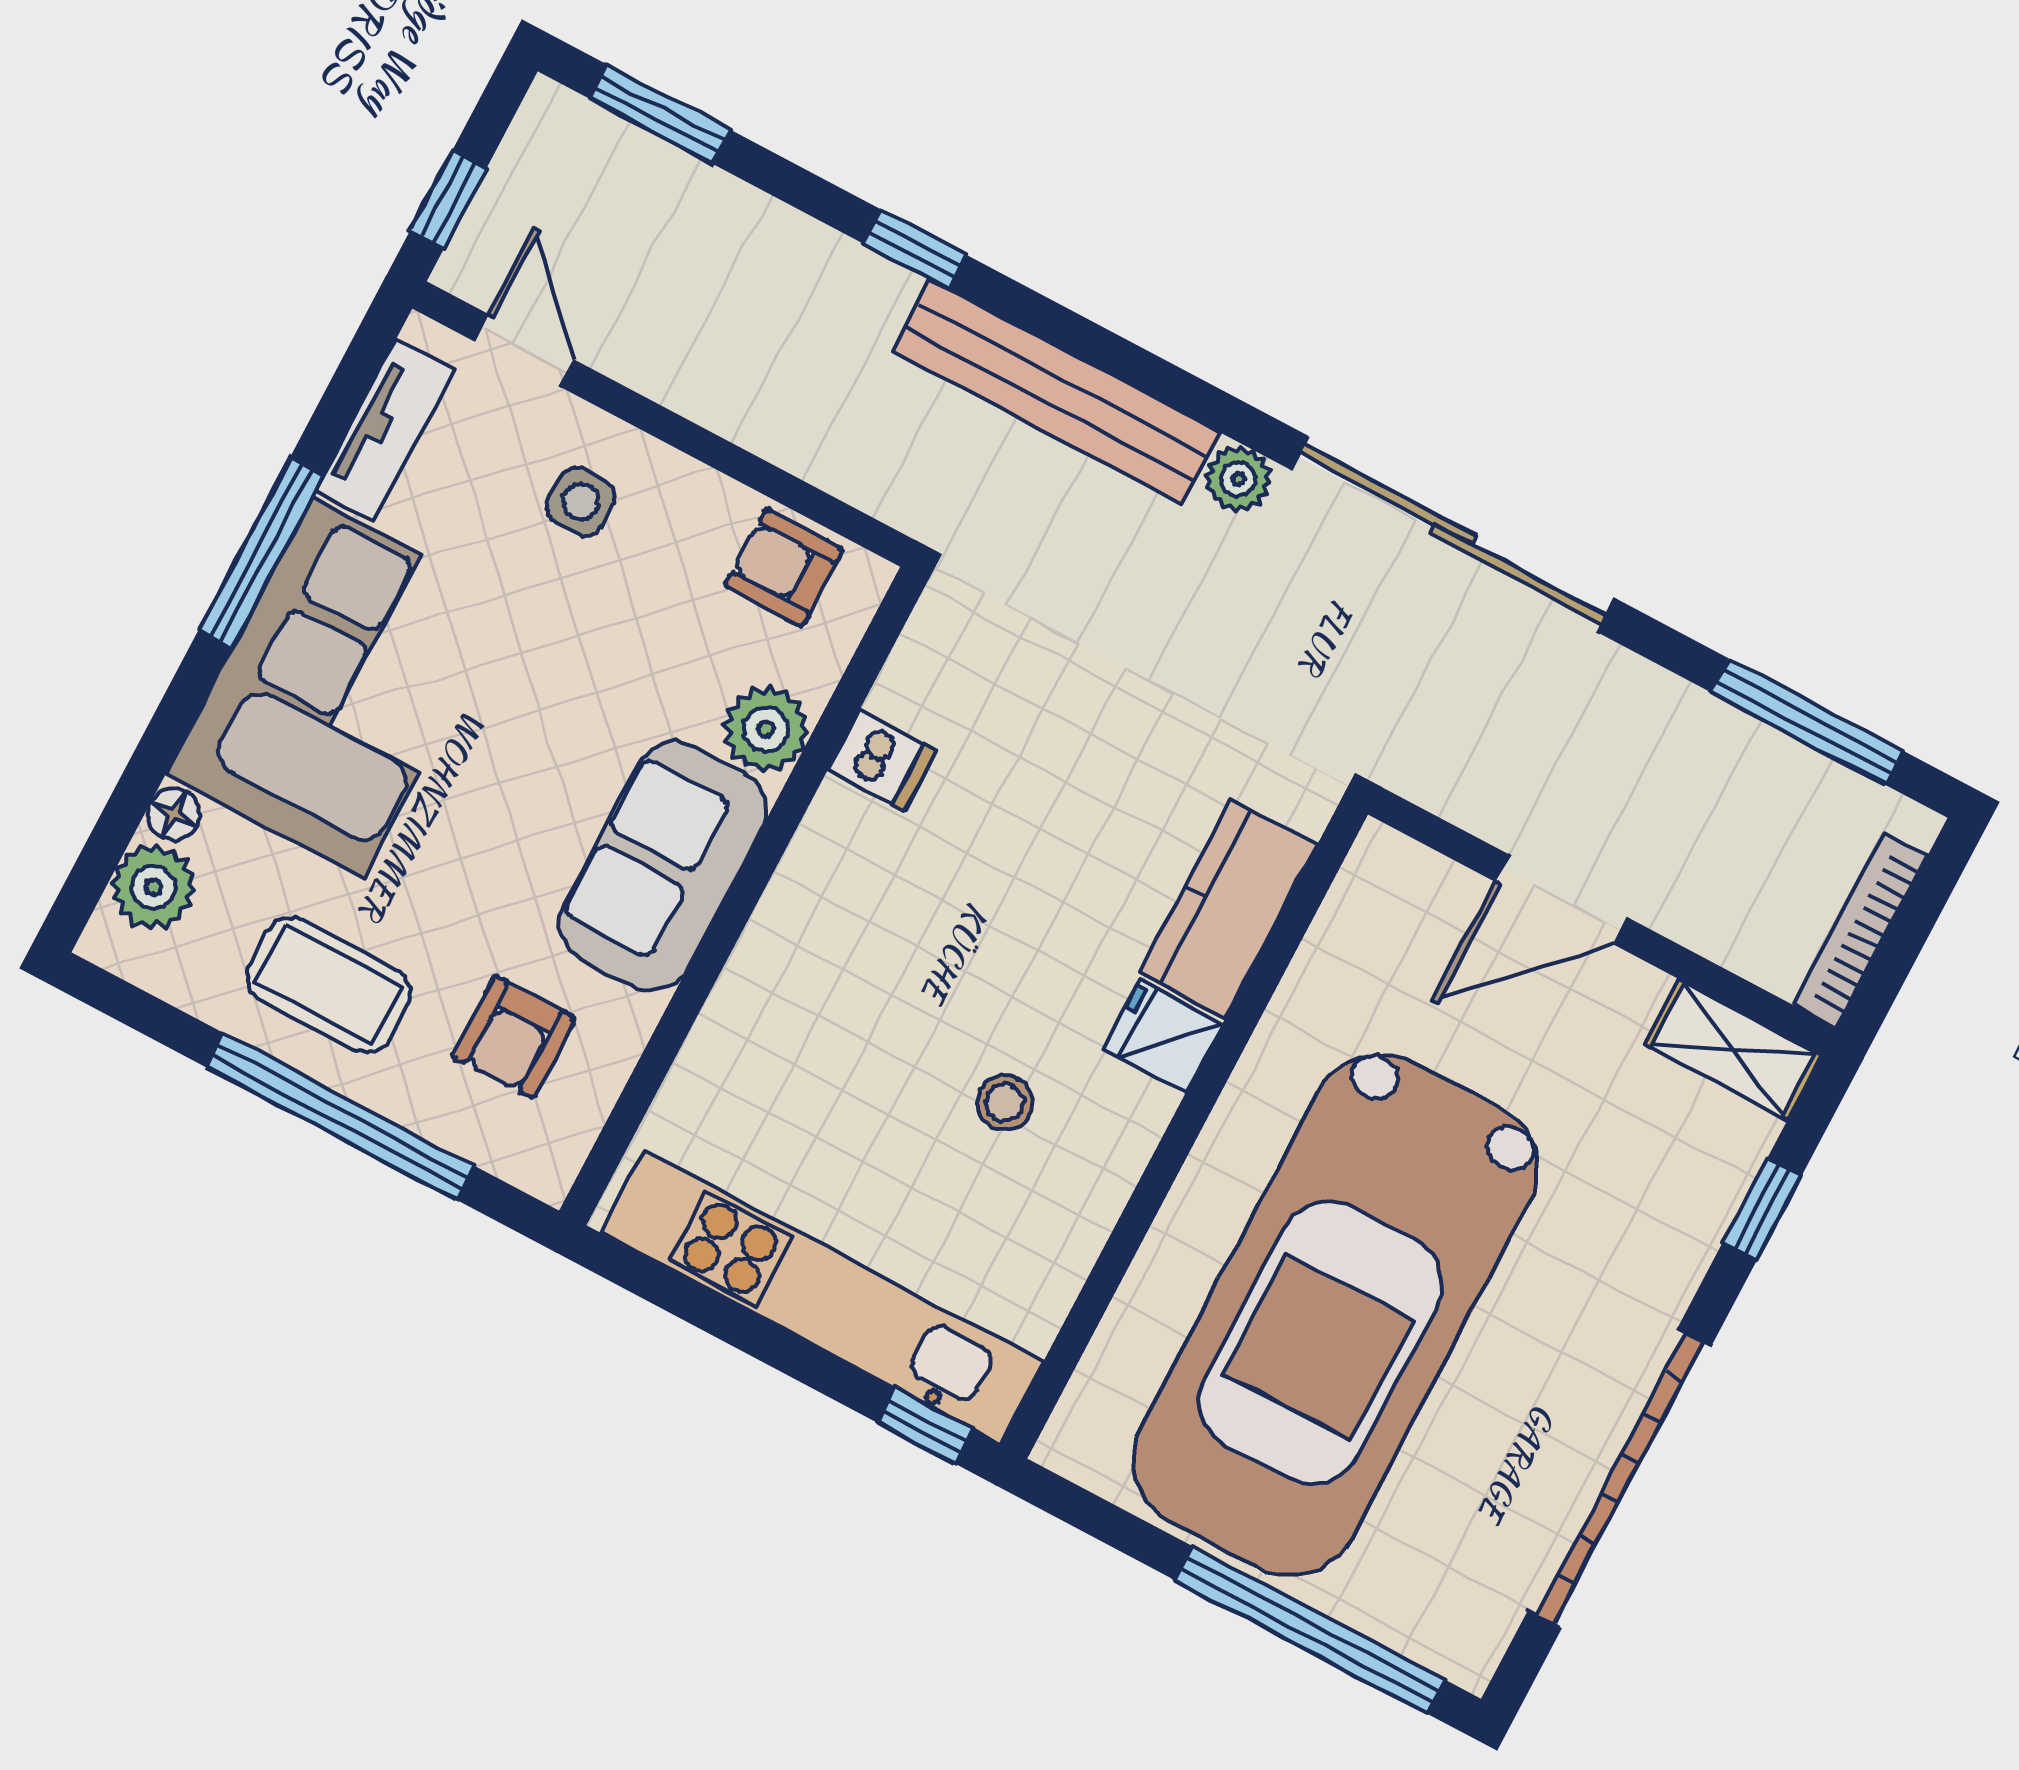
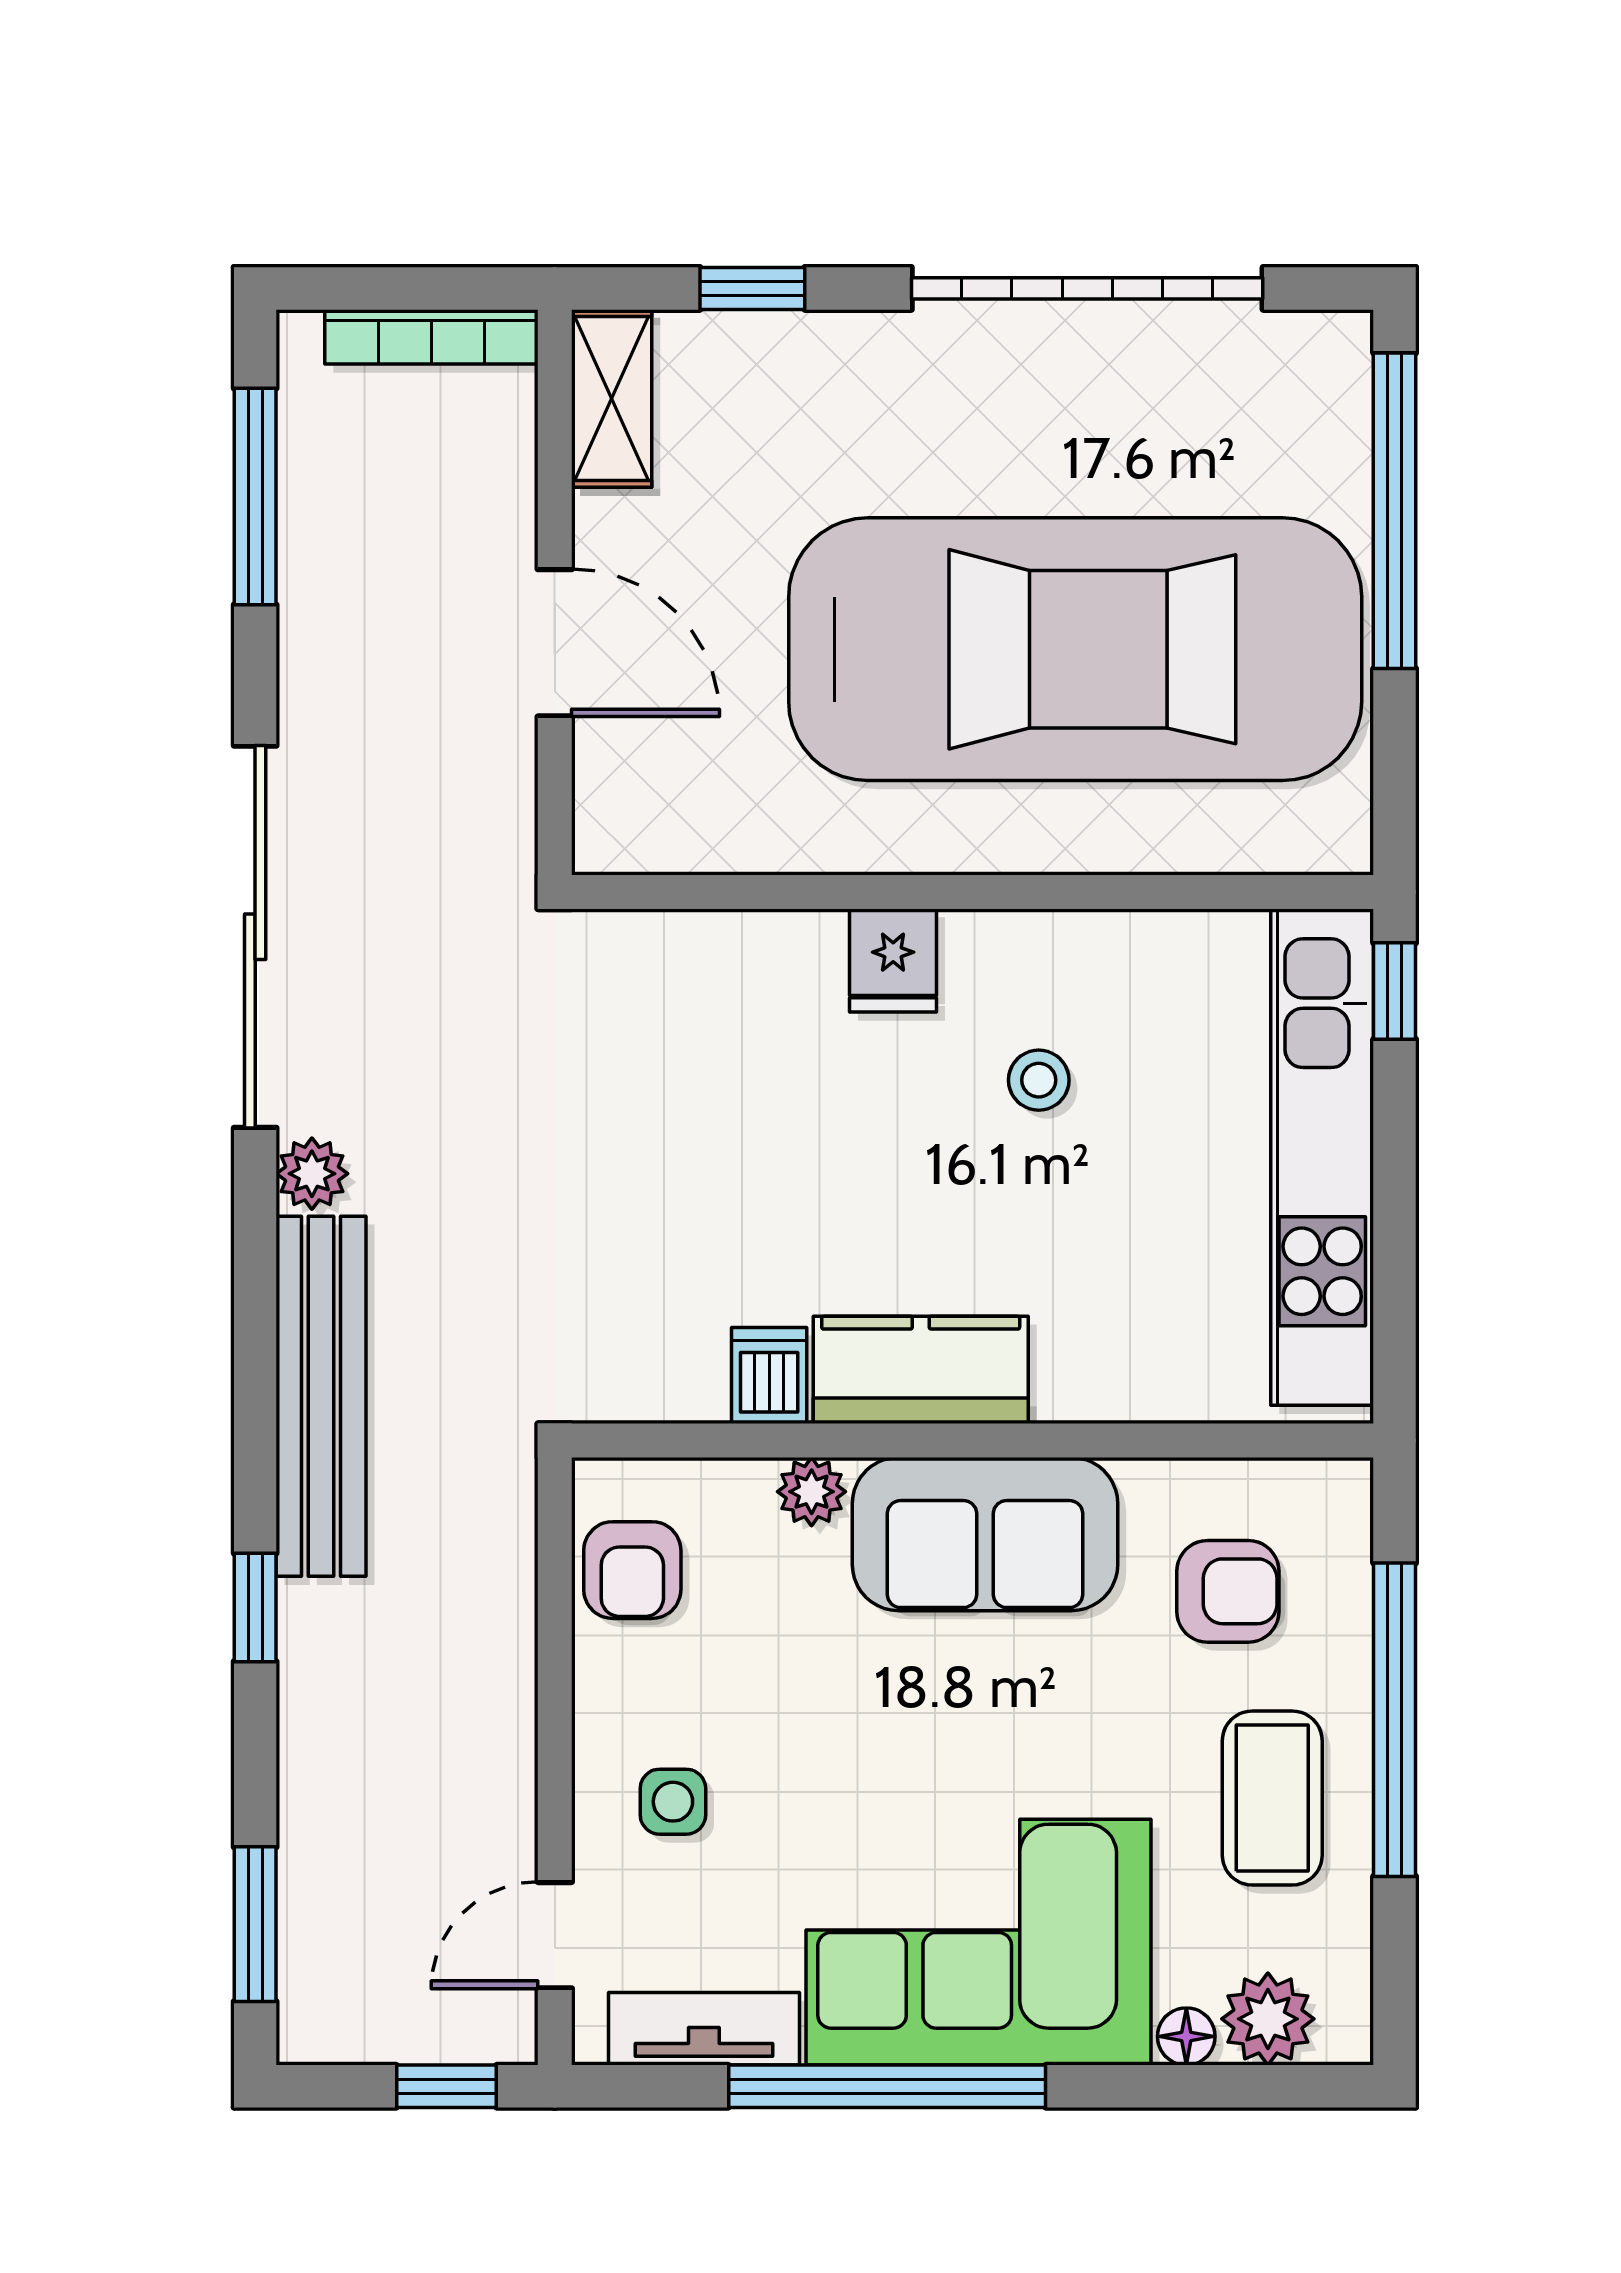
window: (261, 553) -> (887, 2086), width x1.46
plant: (766, 729) -> (812, 1492), width x0.73, depth x0.73
kitchen counter: (1228, 909) -> (921, 1370), moved, turned 180

